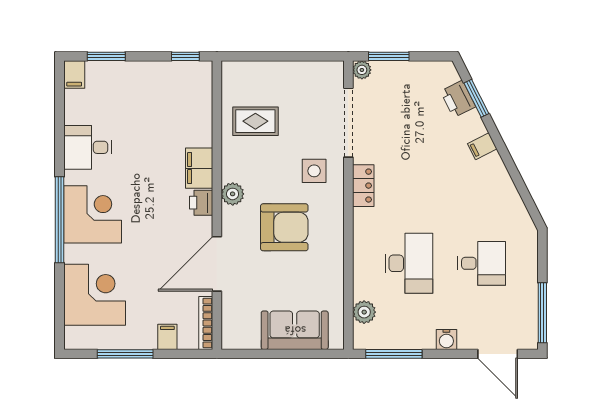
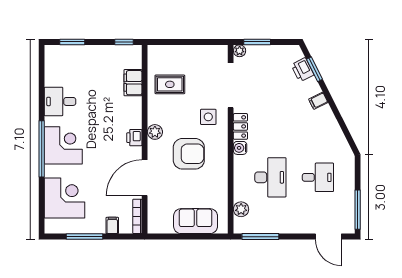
filing cabinet: (74, 74) -> (51, 54), removed
filing cabinet: (199, 168) -> (133, 83), moved
water cooler: (446, 339) -> (240, 148), moved, turned 90

